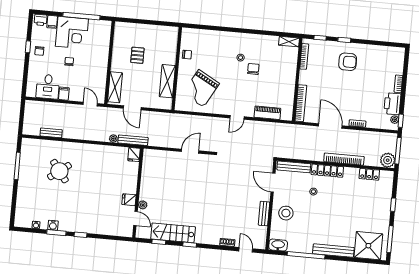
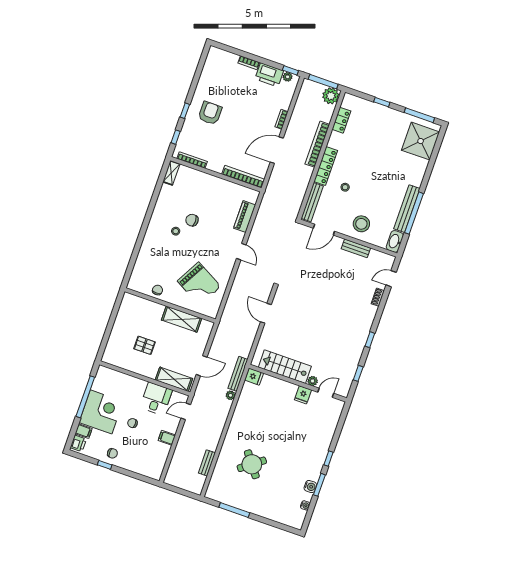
desk: (48, 87) -> (156, 399), moved, turned -90
stairs: (173, 233) -> (285, 367), moved, turned 90
bench: (333, 251) -> (407, 209), moved

